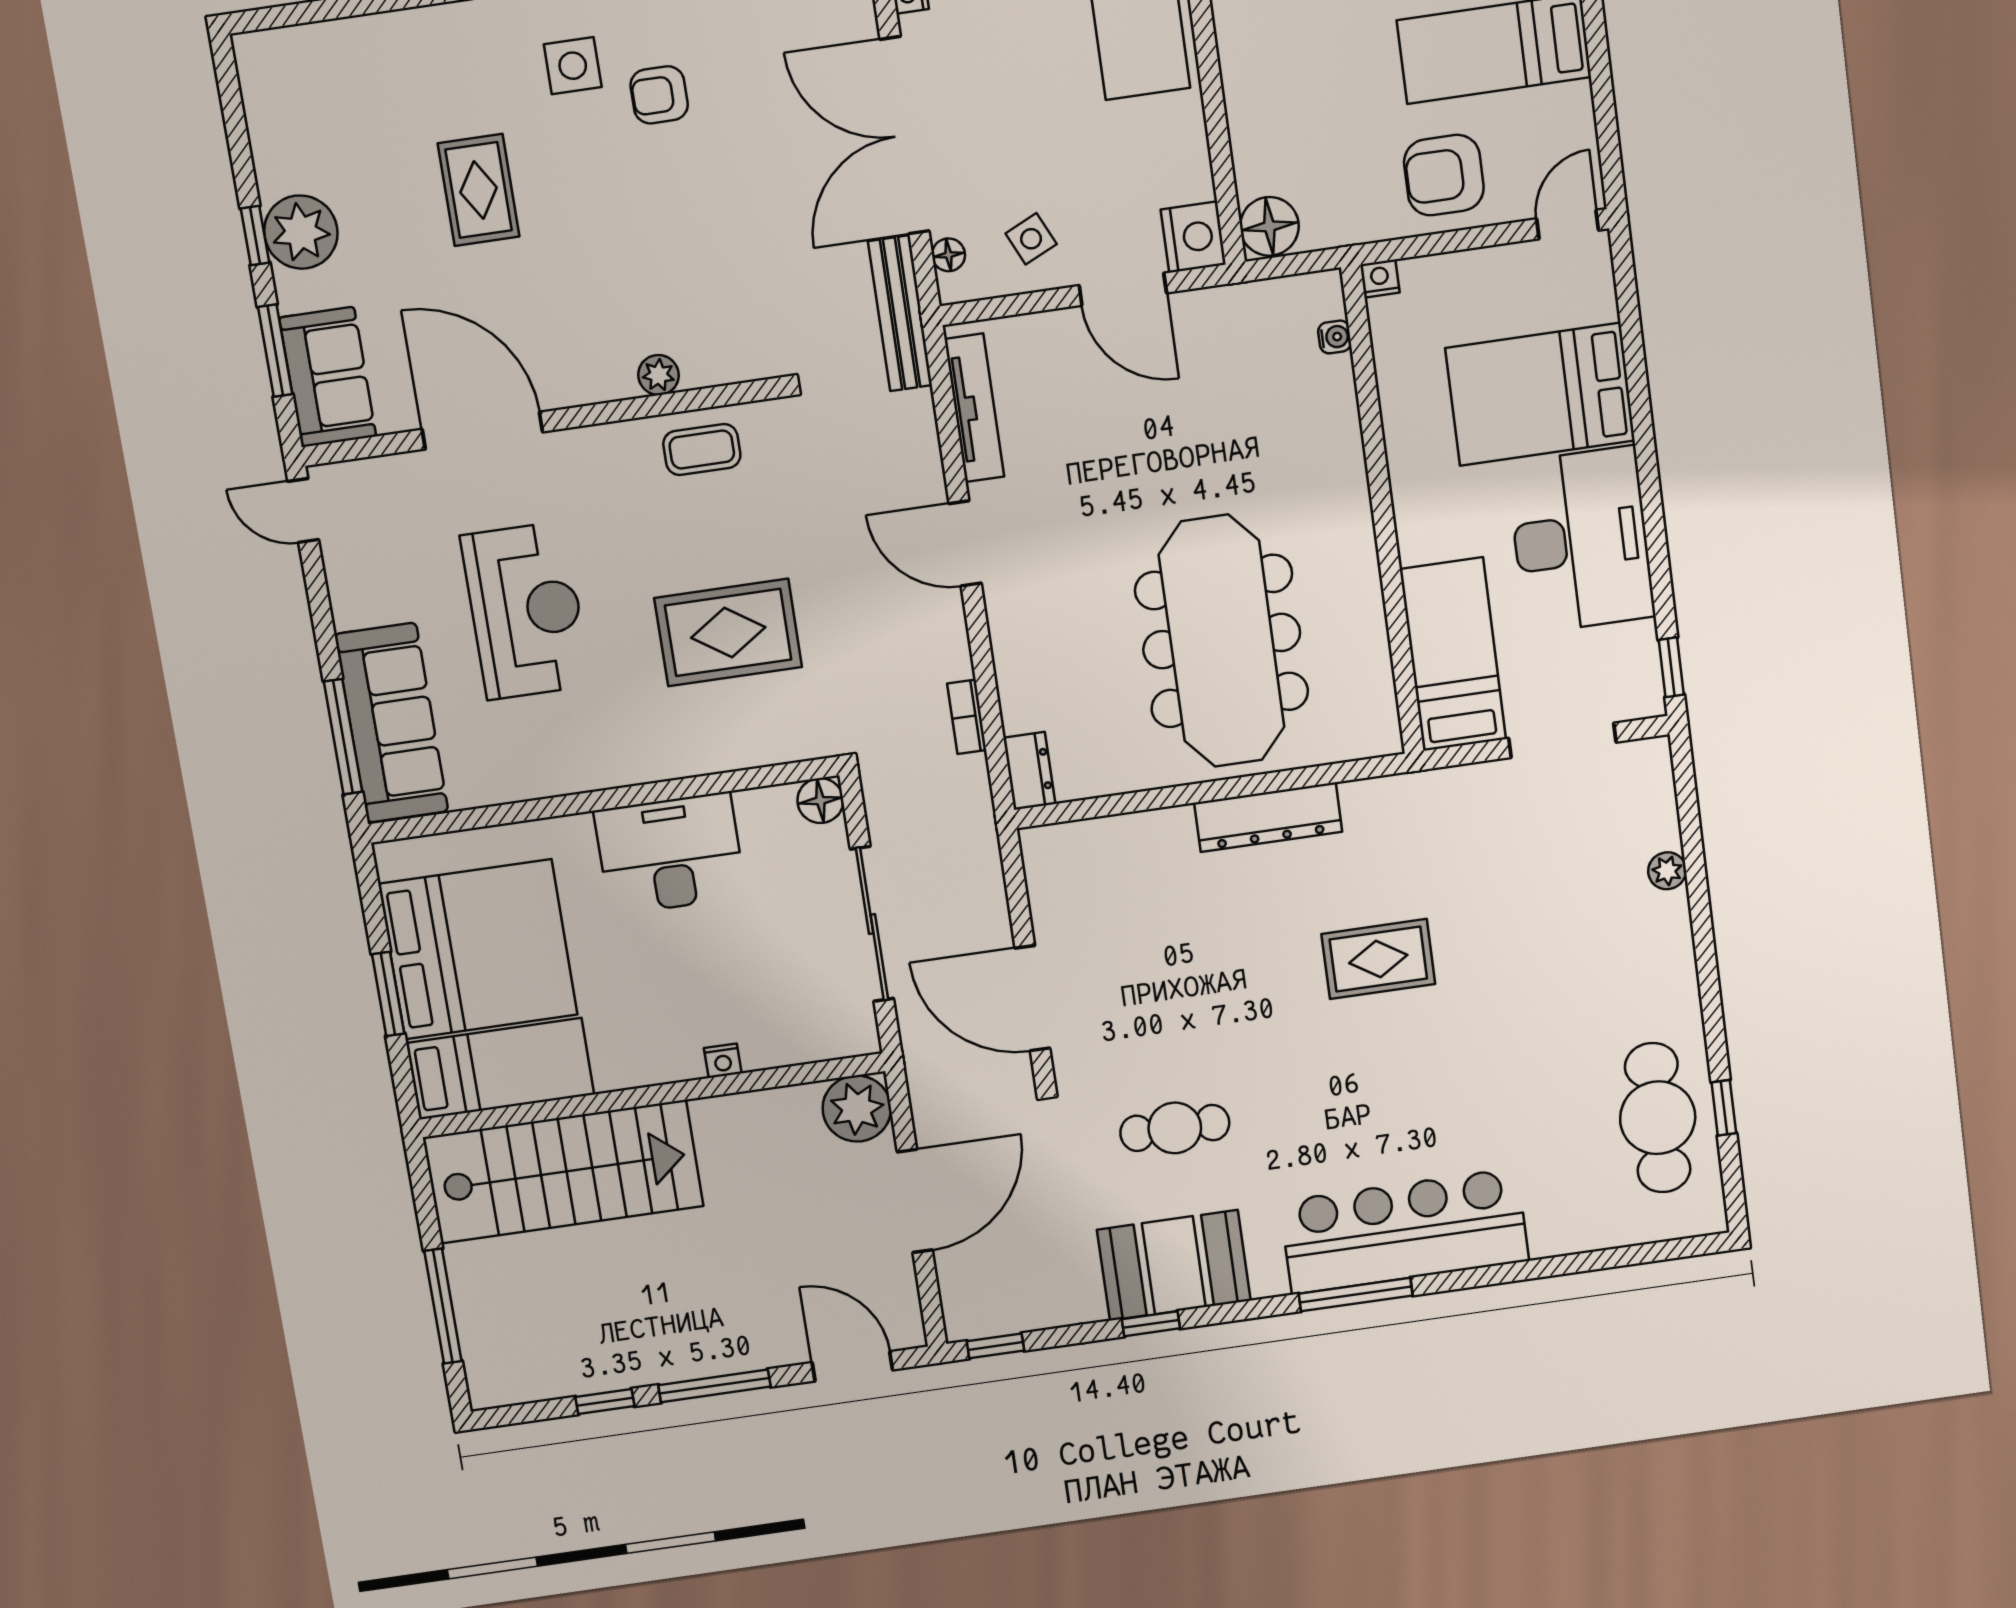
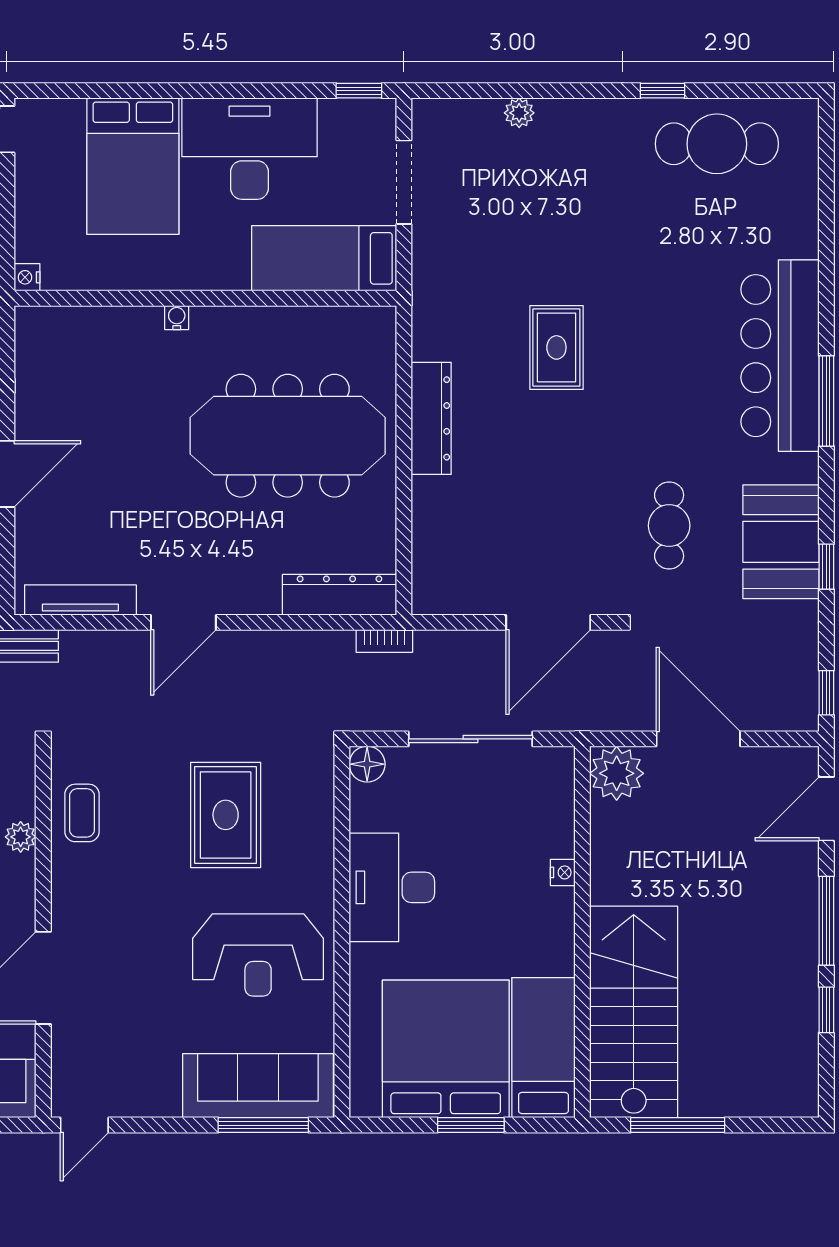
water cooler: (1335, 337) -> (177, 318), moved
reception desk: (526, 611) -> (258, 955), moved, turned 180
bookcase: (967, 717) -> (384, 641), moved
dresser: (1029, 771) -> (339, 595), width x1.96, depth x1.24
window: (1724, 1108) -> (662, 91), moved
window: (443, 1306) -> (678, 1125), moved

